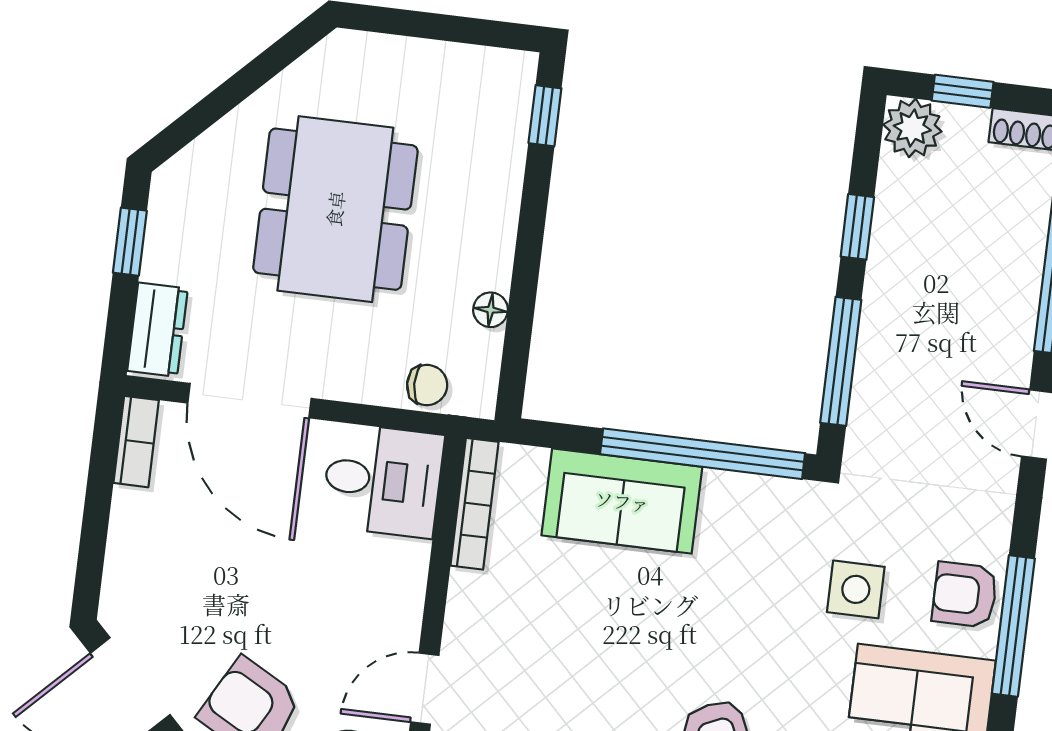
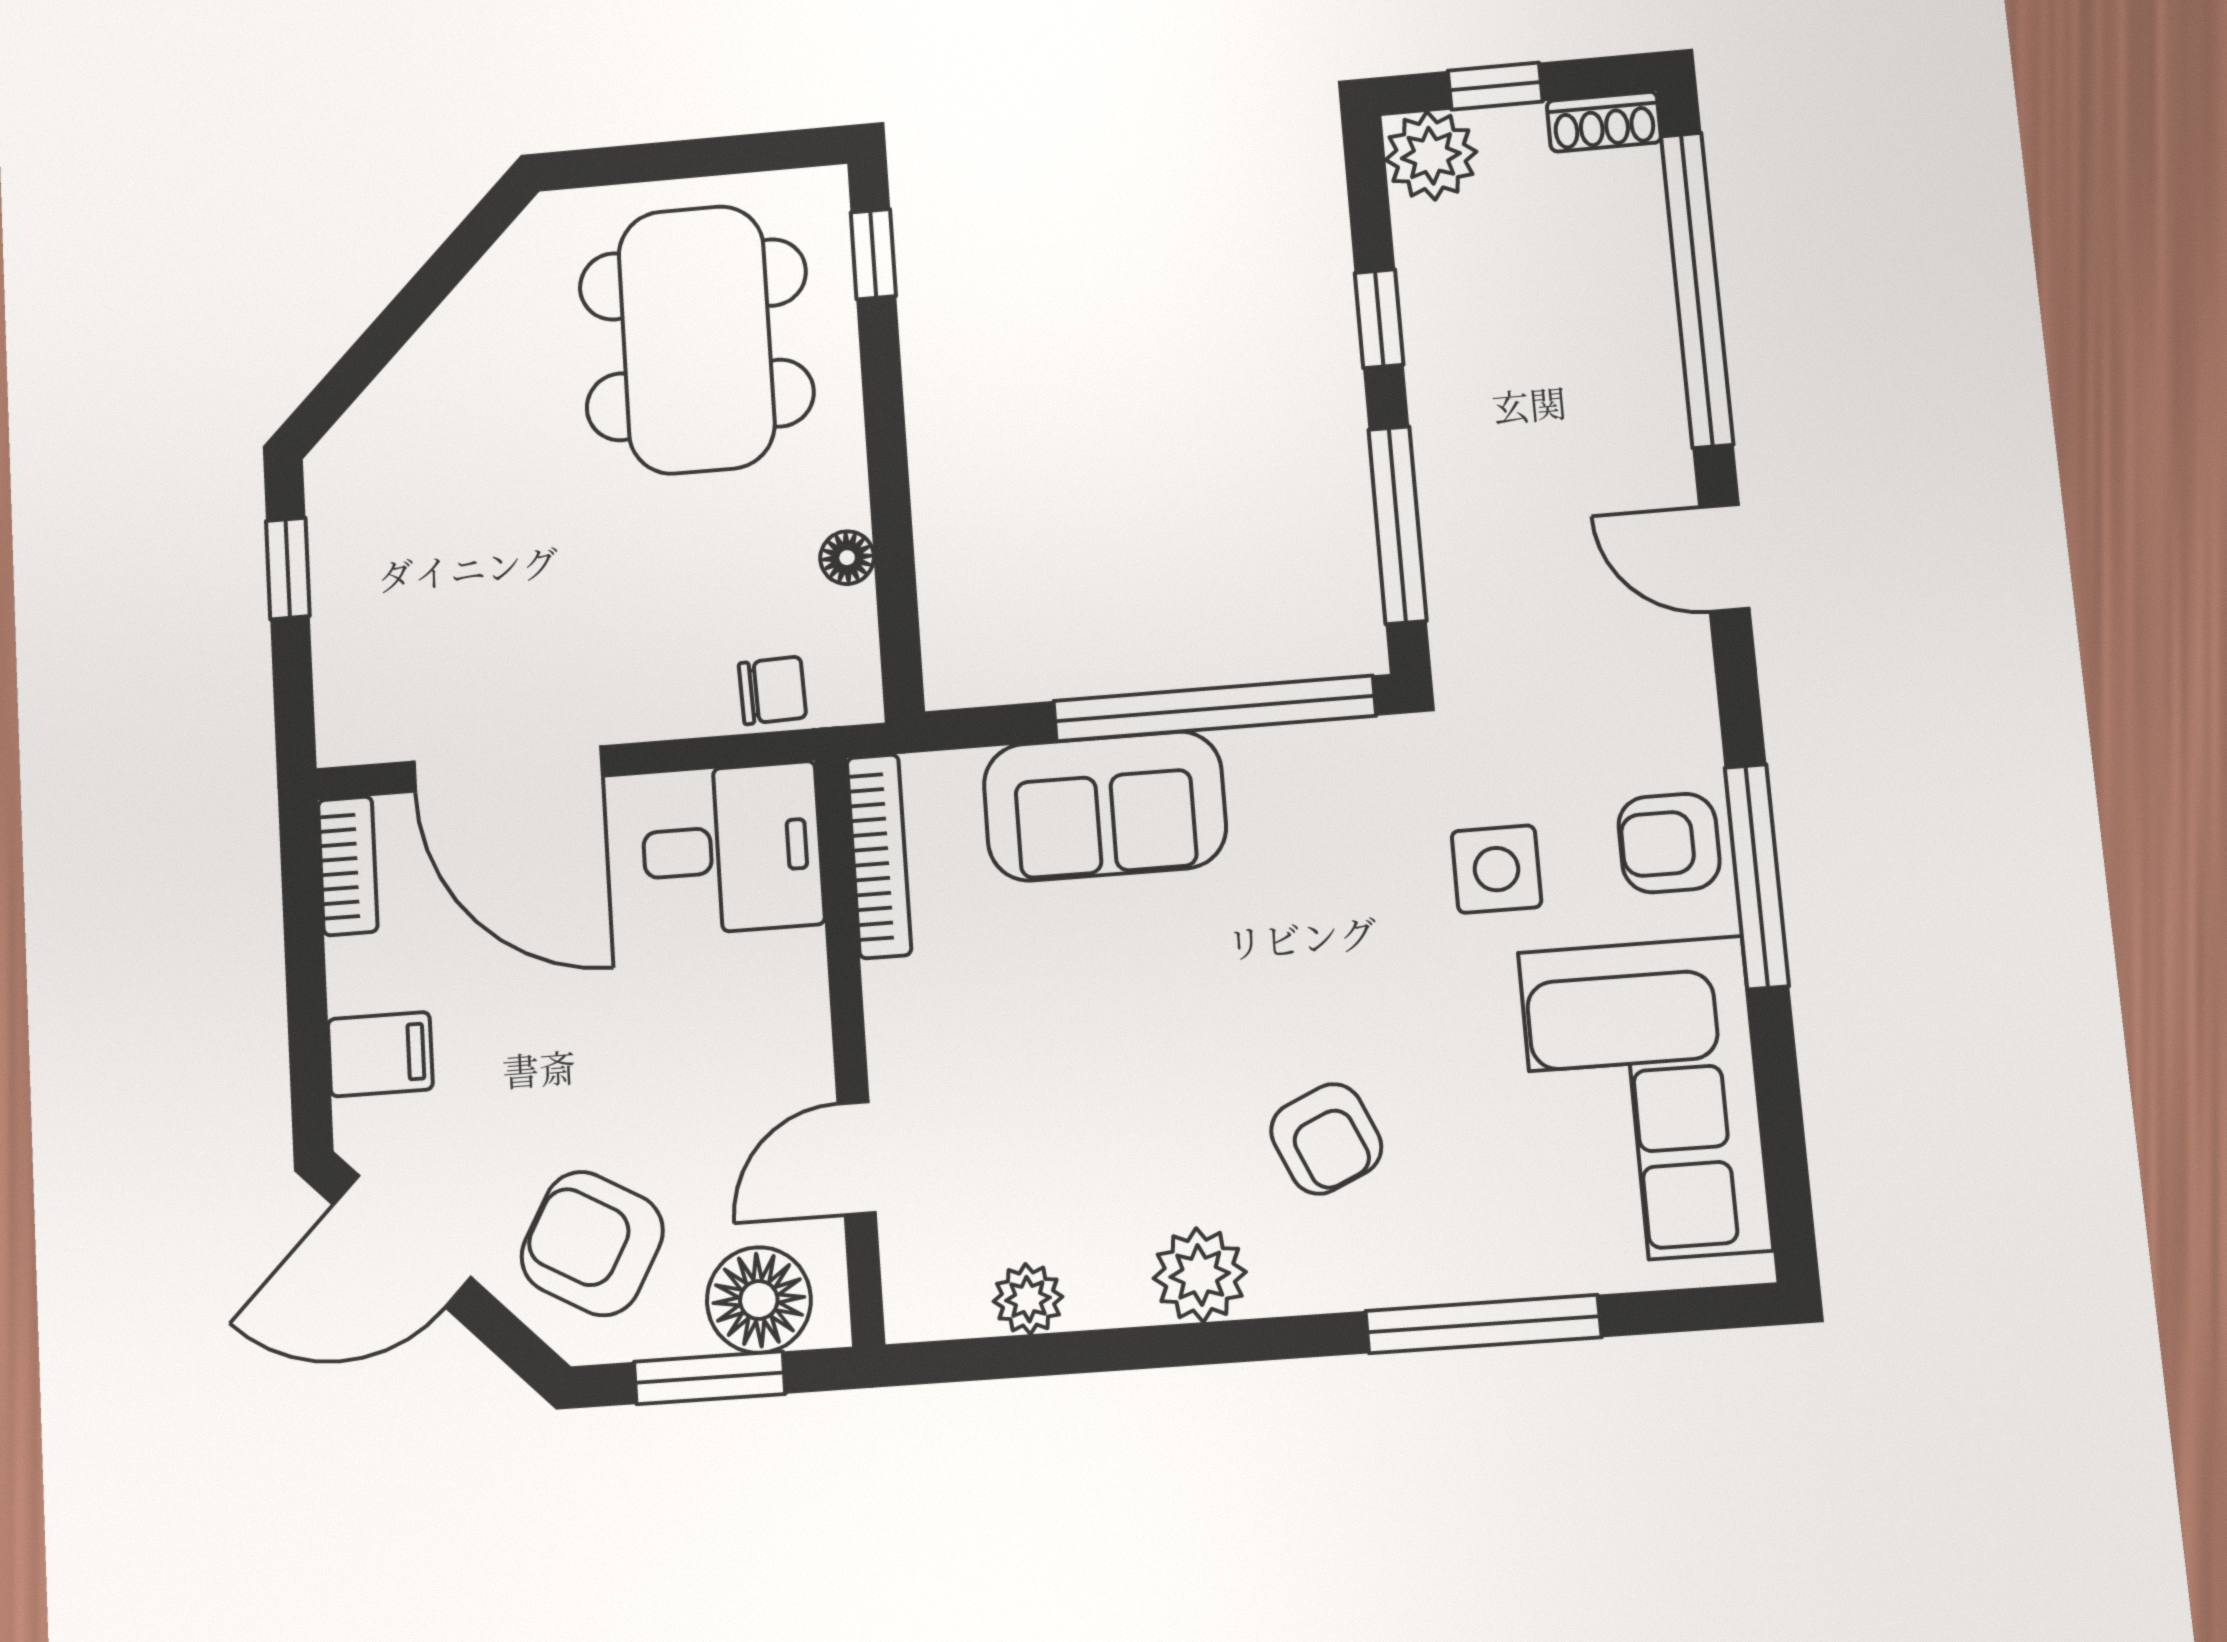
dining table: (335, 209) -> (696, 340), moved
dresser: (158, 330) -> (351, 691), removed
filing cabinet: (137, 565) -> (380, 1054), added

